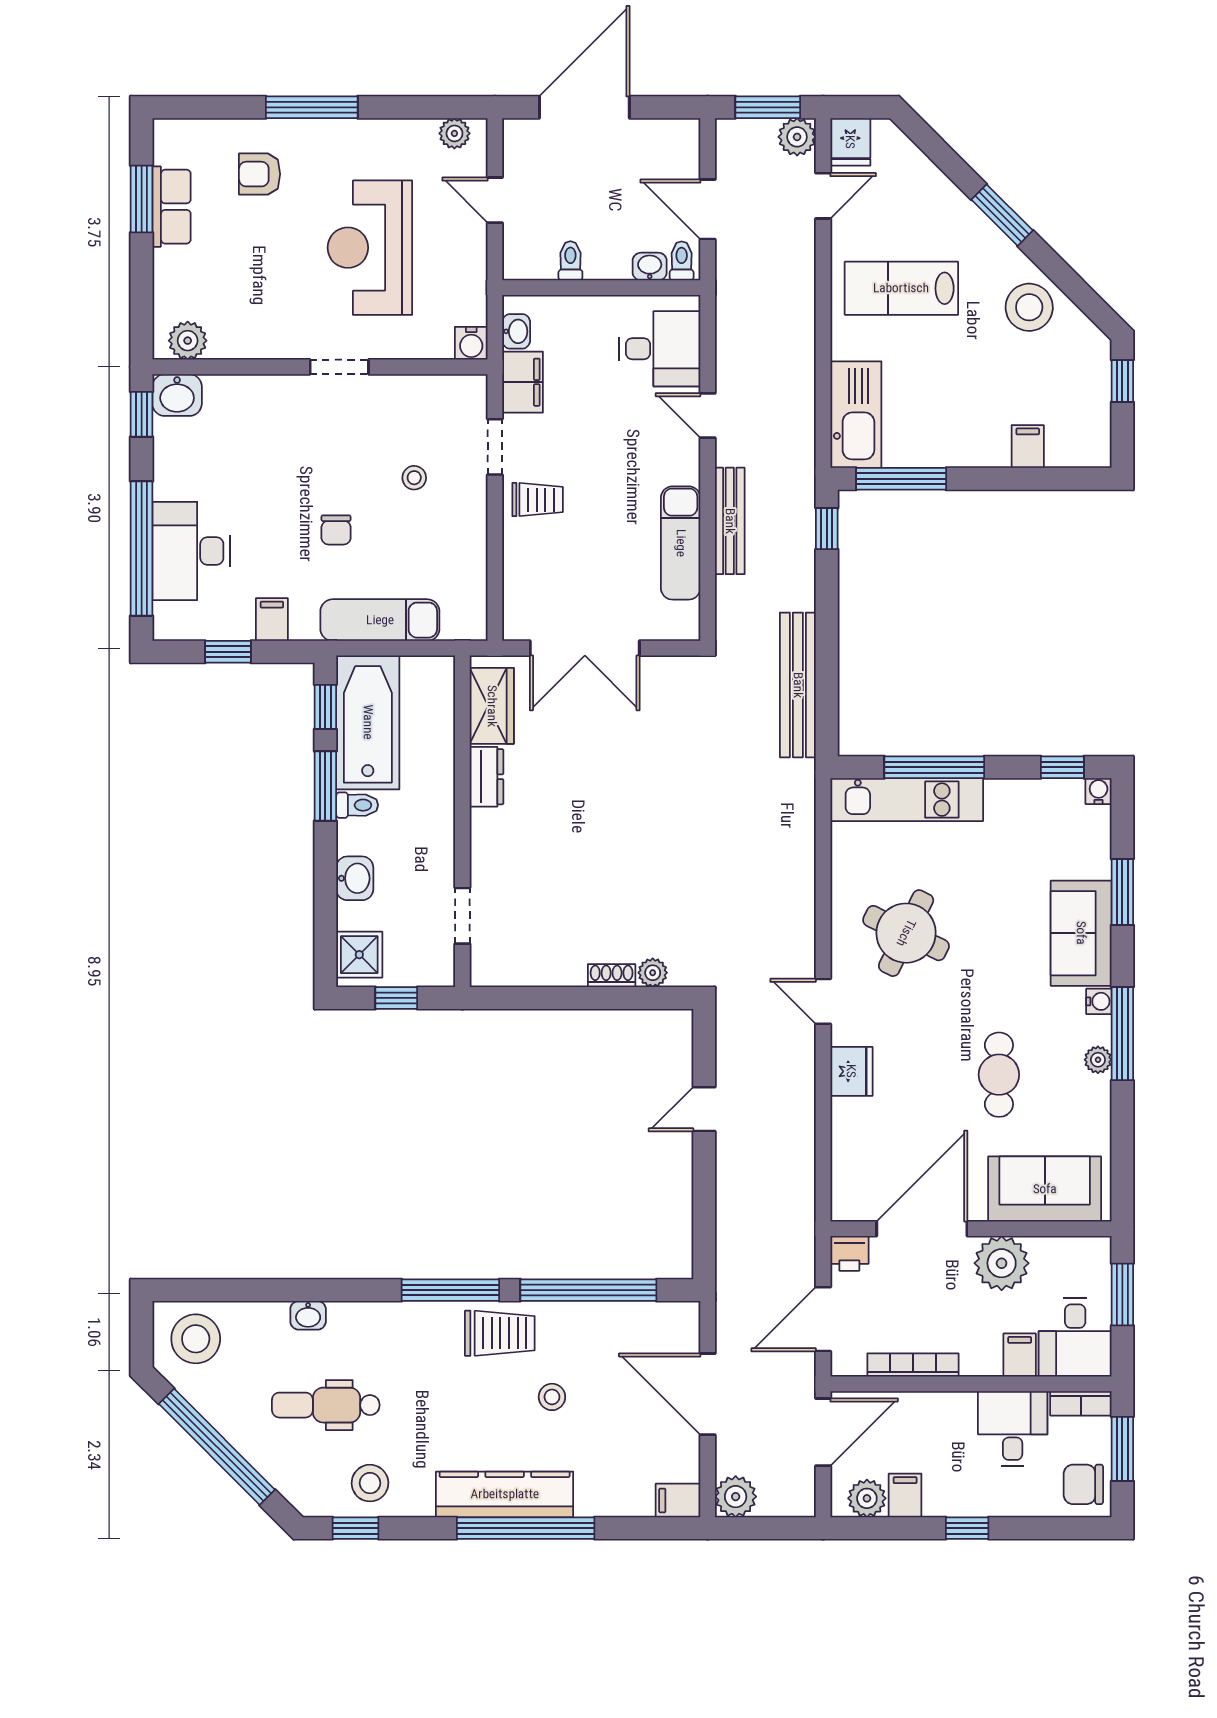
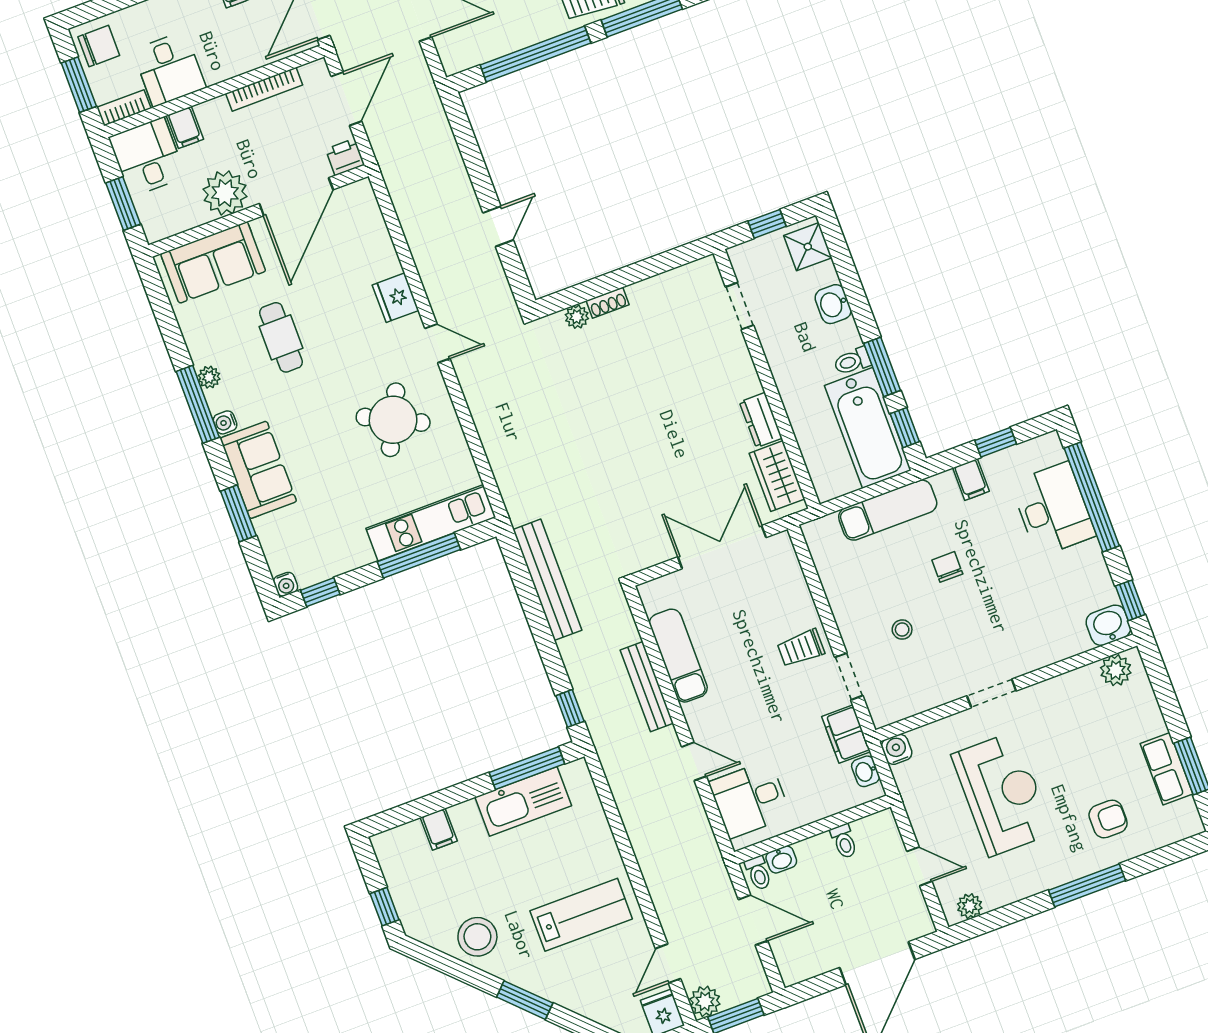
kitchen sink: (856, 415) -> (523, 801), moved, turned -90

